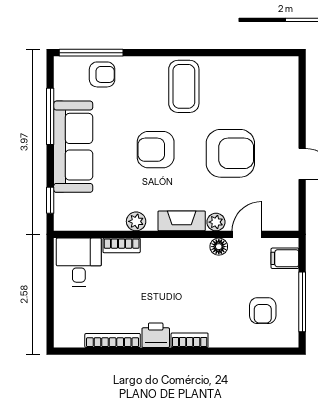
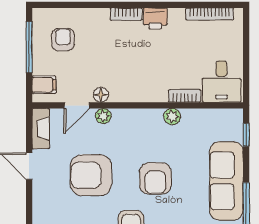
armchair: (156, 150) -> (155, 178), turned 90
fireplace: (182, 221) -> (41, 129), moved, turned -90
bookcase: (113, 341) -> (210, 14), moved

